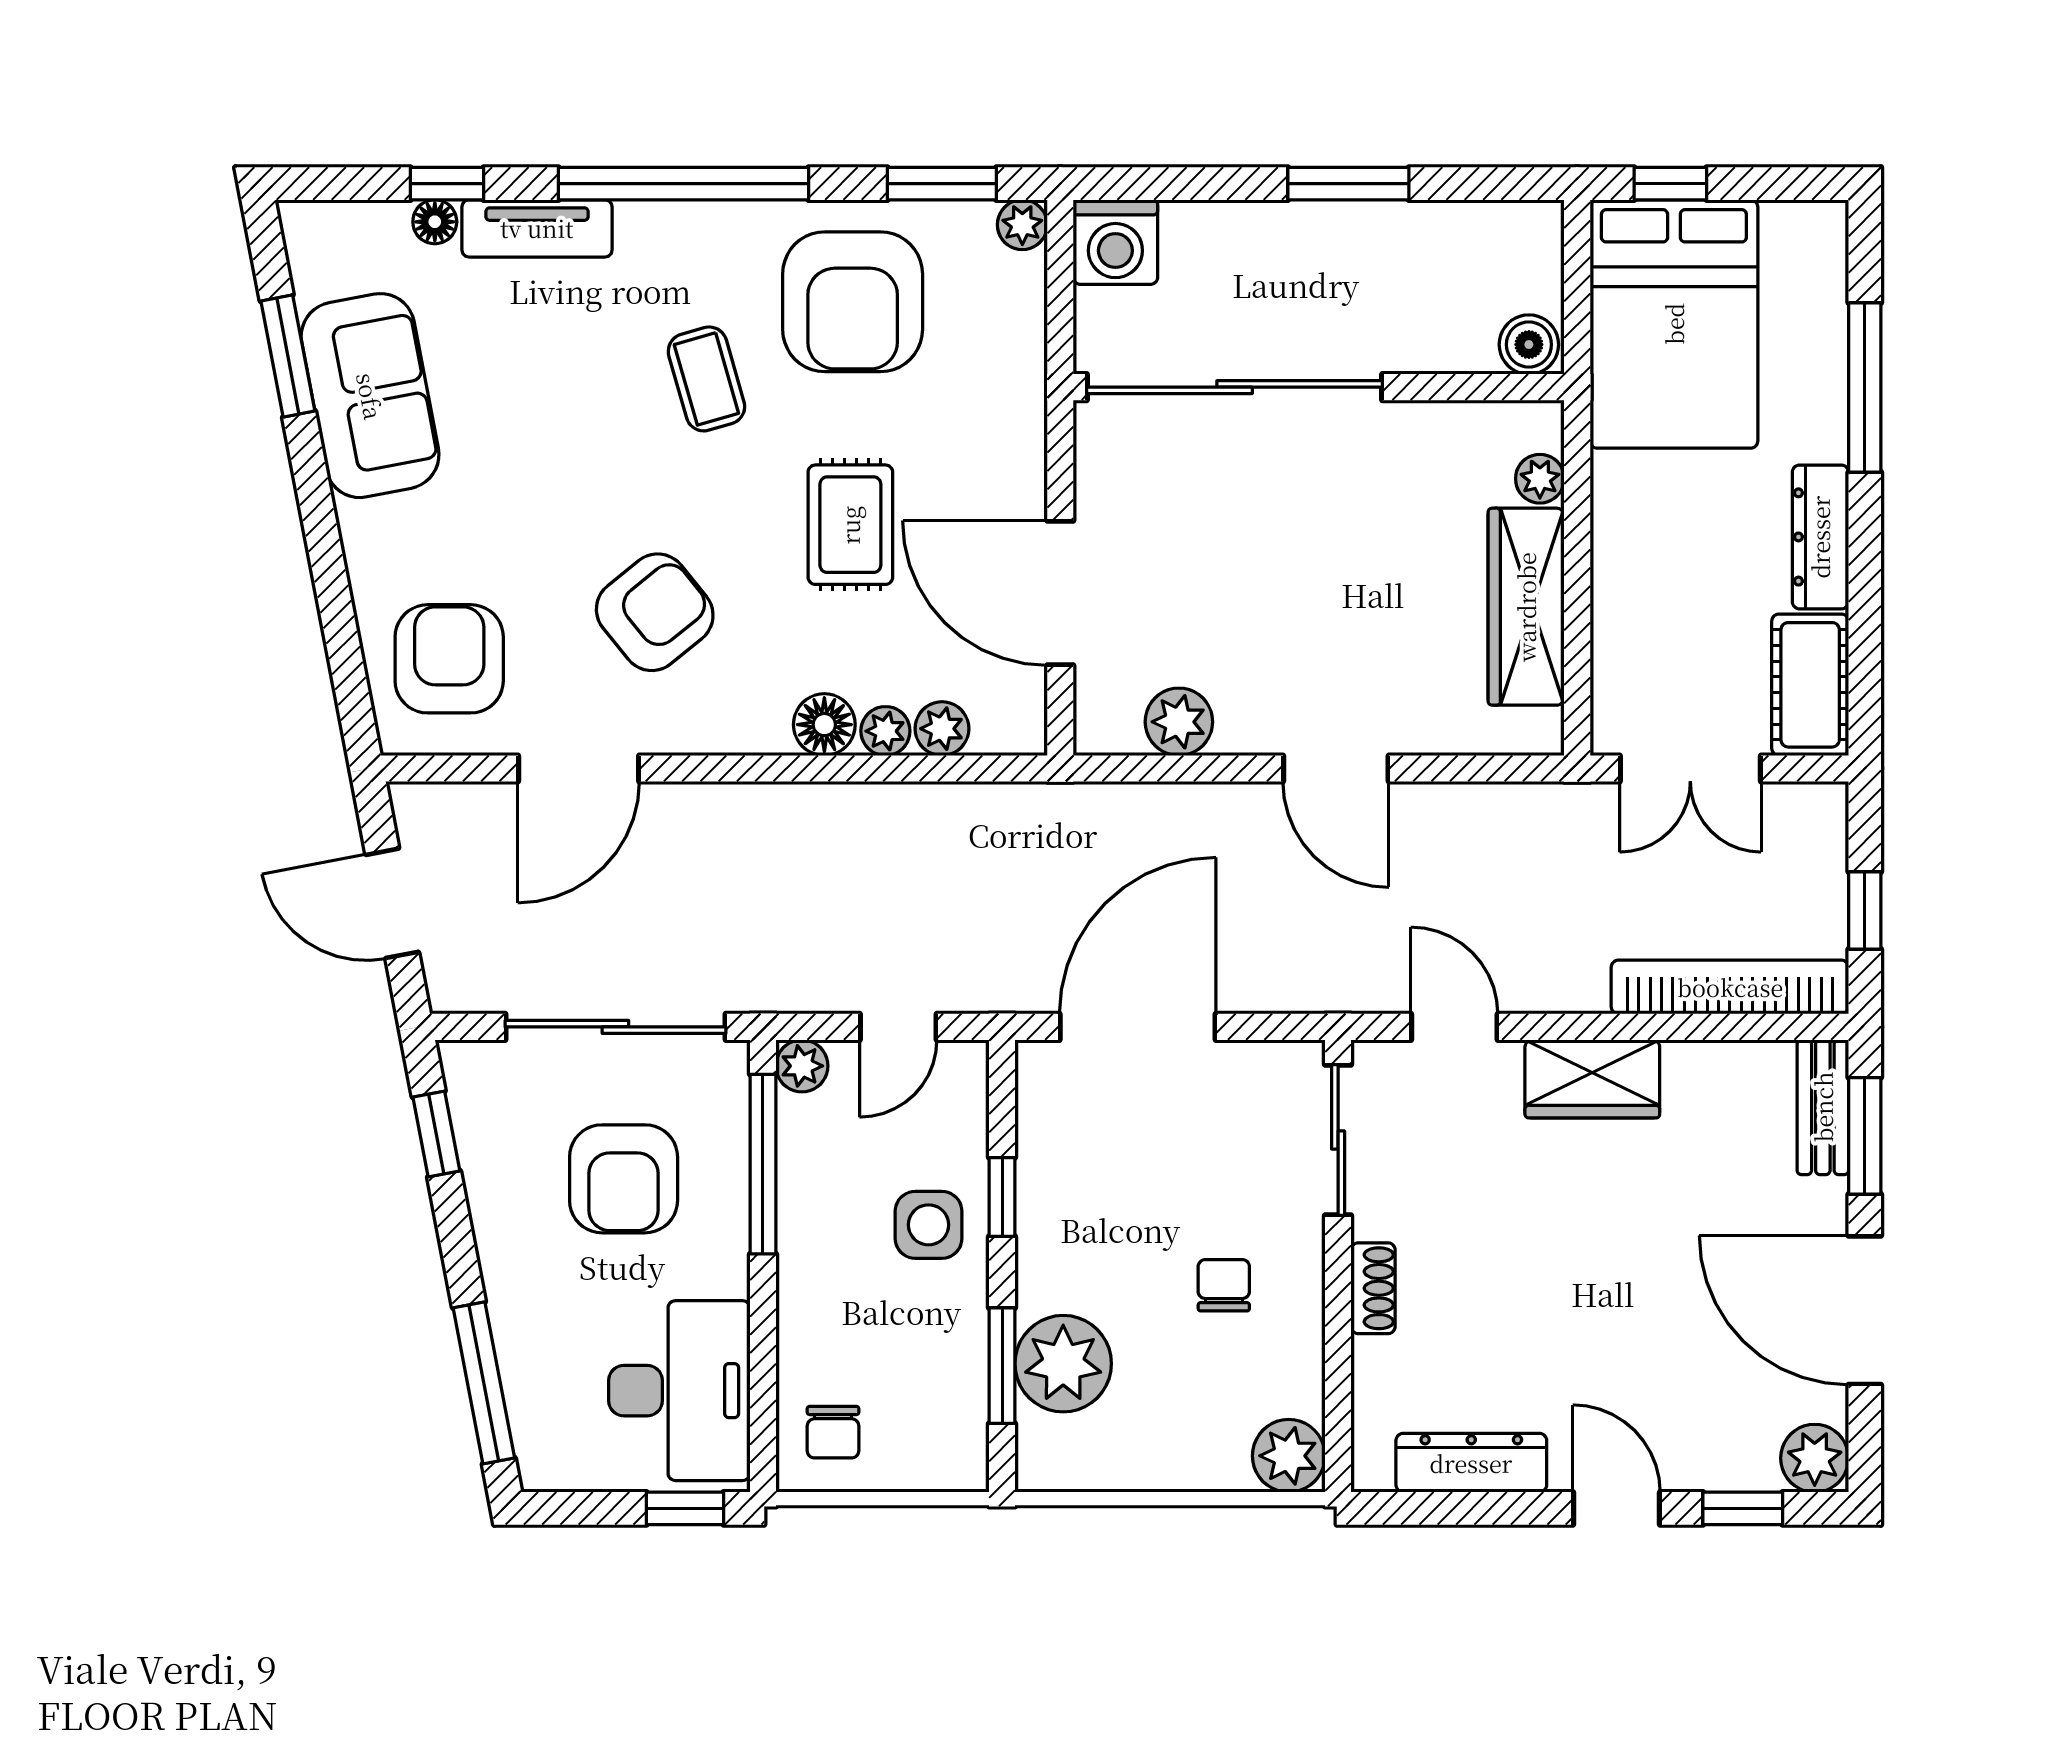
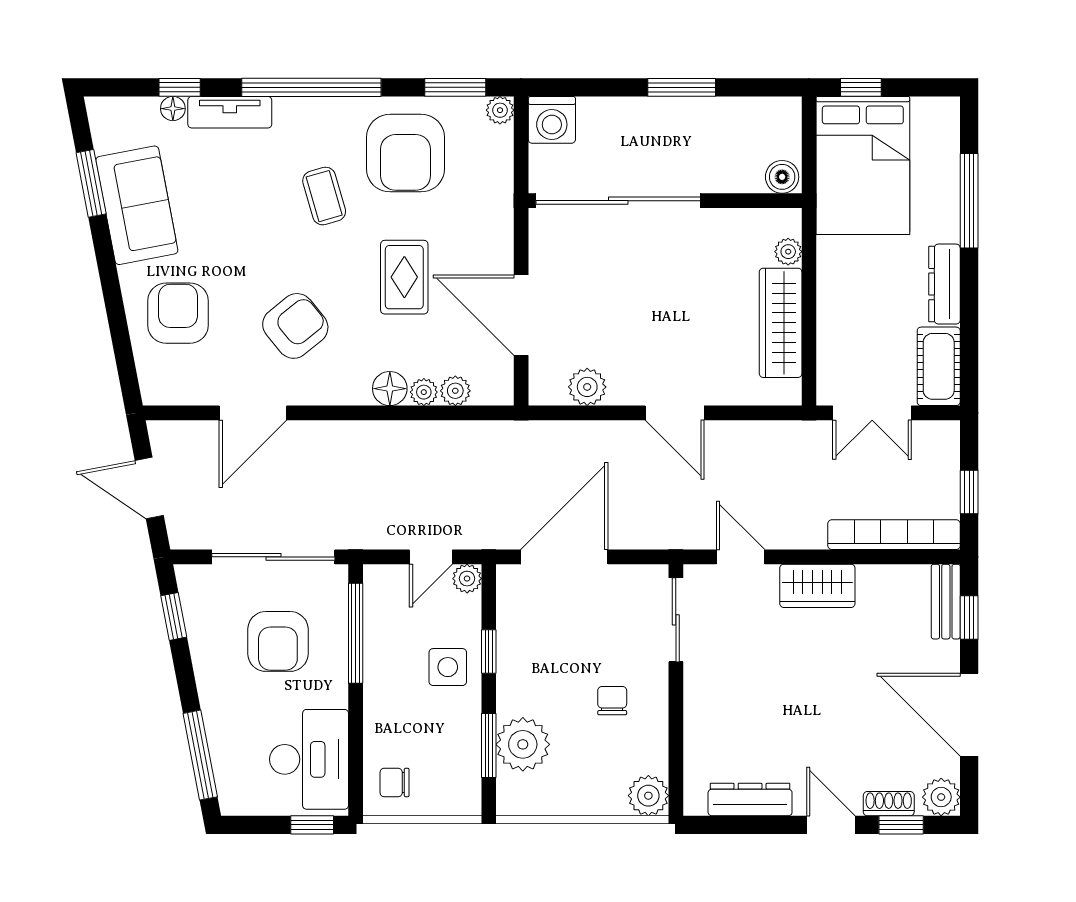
armchair: (449, 659) -> (178, 313), moved
plant: (802, 1066) -> (467, 579), moved
window: (1865, 1136) -> (969, 618), width x0.67
shoe rack: (1373, 1288) -> (889, 804), moved, turned -90
chair: (833, 1432) -> (395, 782), turned 90

